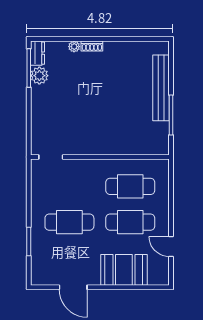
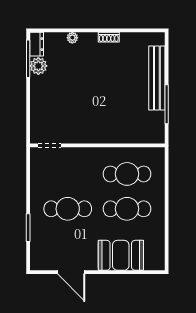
shoe rack: (92, 46) -> (109, 37), moved
door: (171, 246) -> (167, 232), removed

